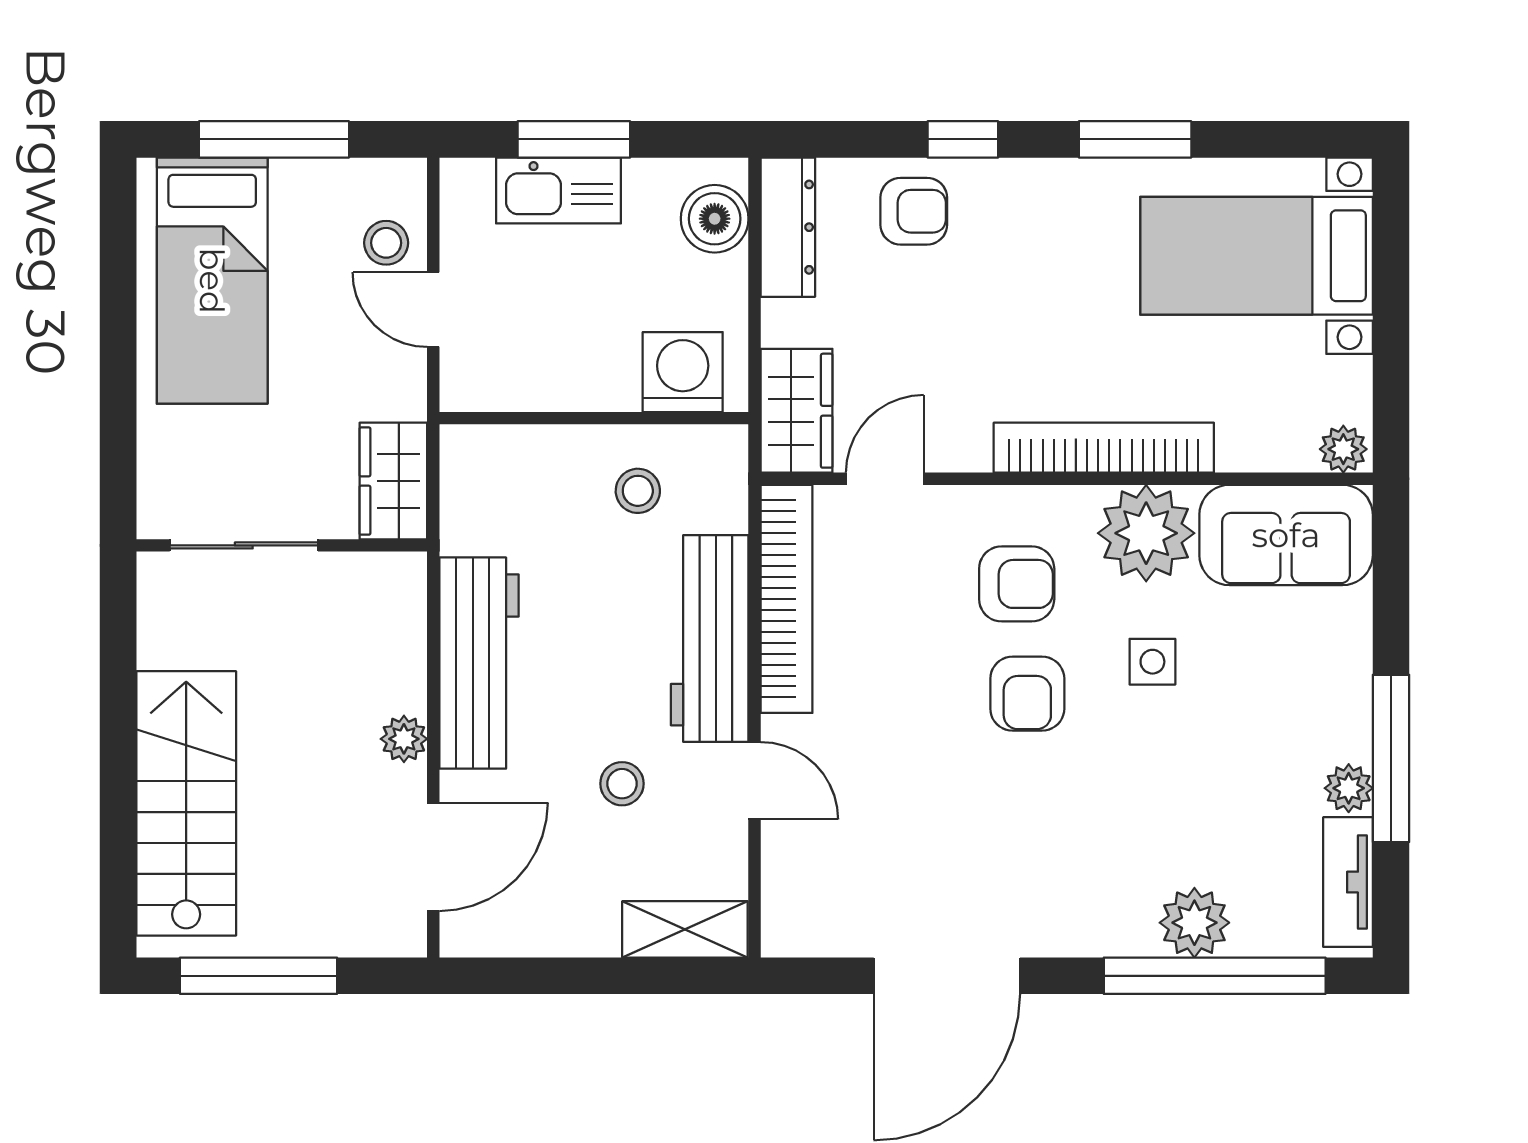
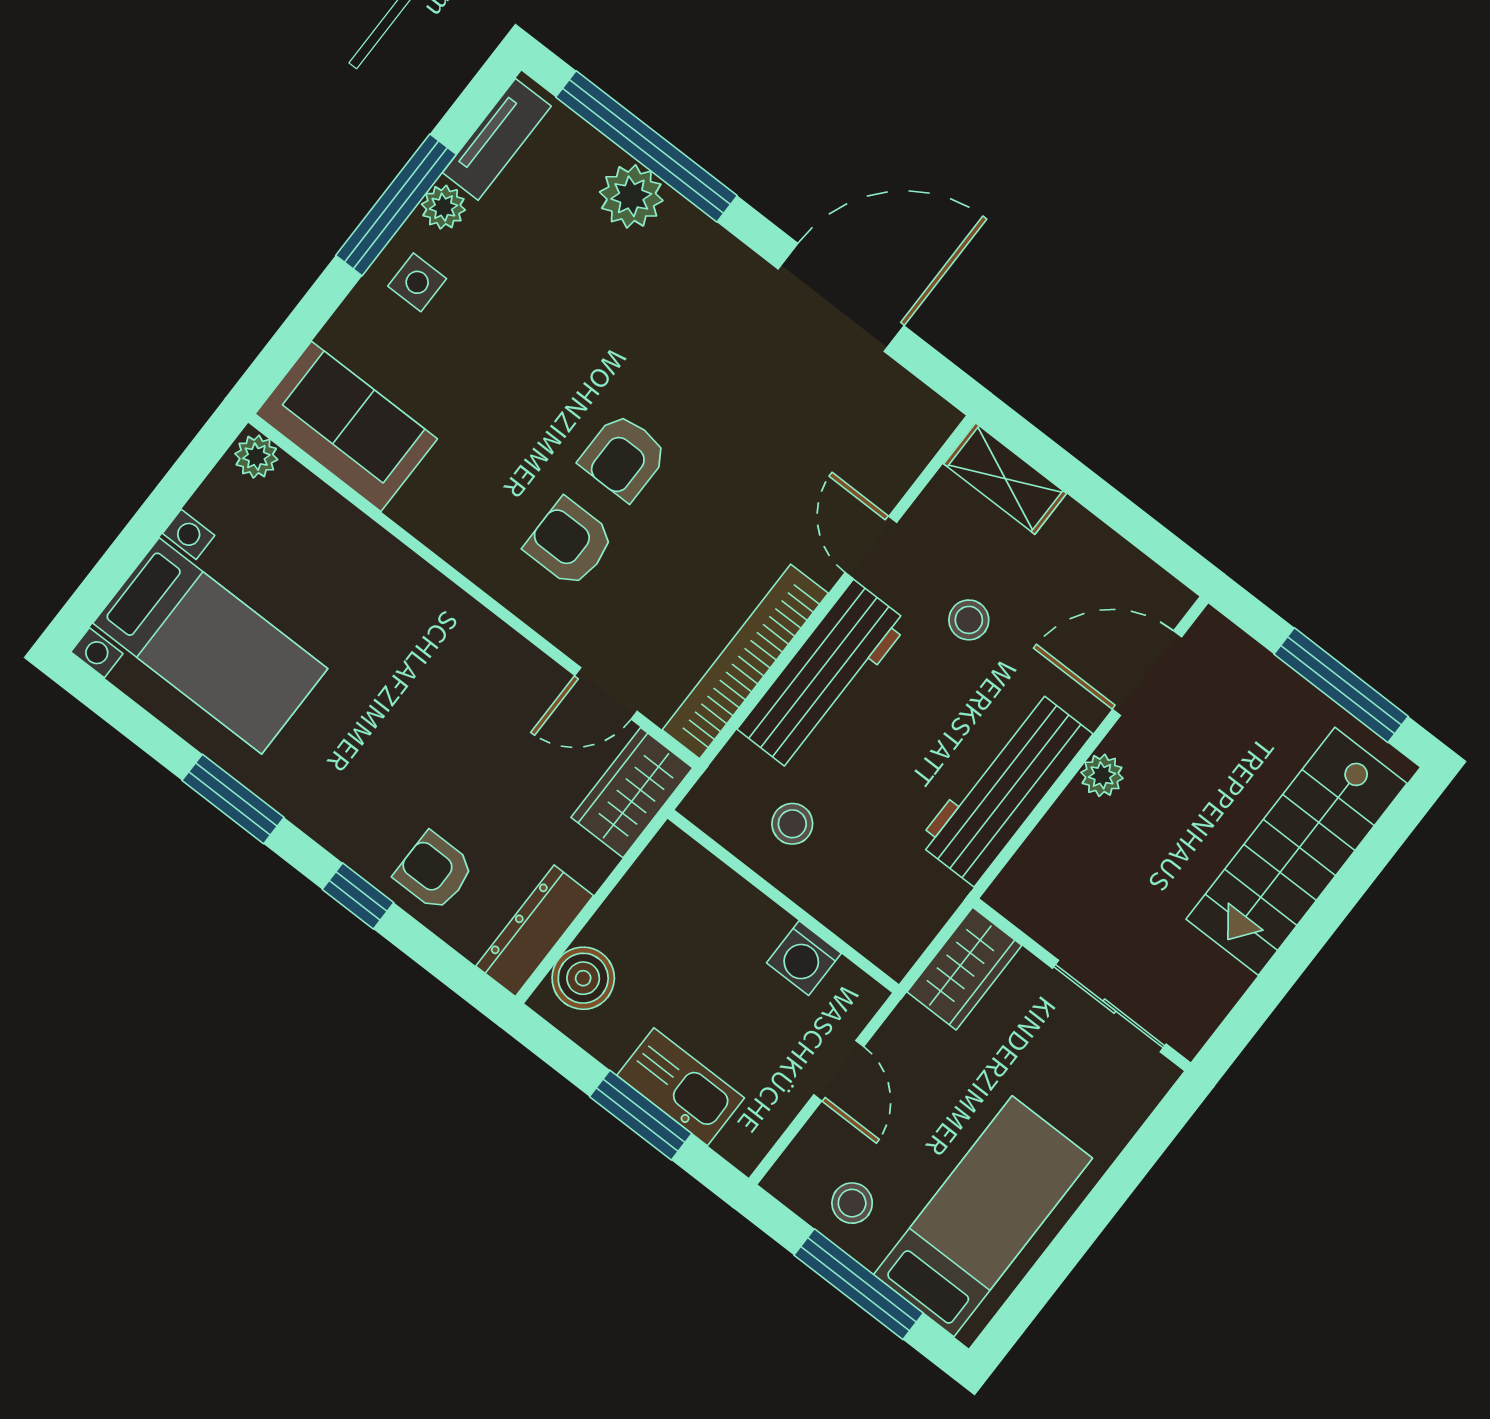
stool: (386, 243) -> (852, 1203), moved
washing machine: (683, 372) -> (804, 958), moved, width x0.73, depth x0.73
bookcase: (1104, 448) -> (429, 593), removed
plant: (1146, 533) -> (447, 507), removed
side table: (1152, 662) -> (417, 282), moved
armchair: (1027, 694) -> (624, 457), turned 180

